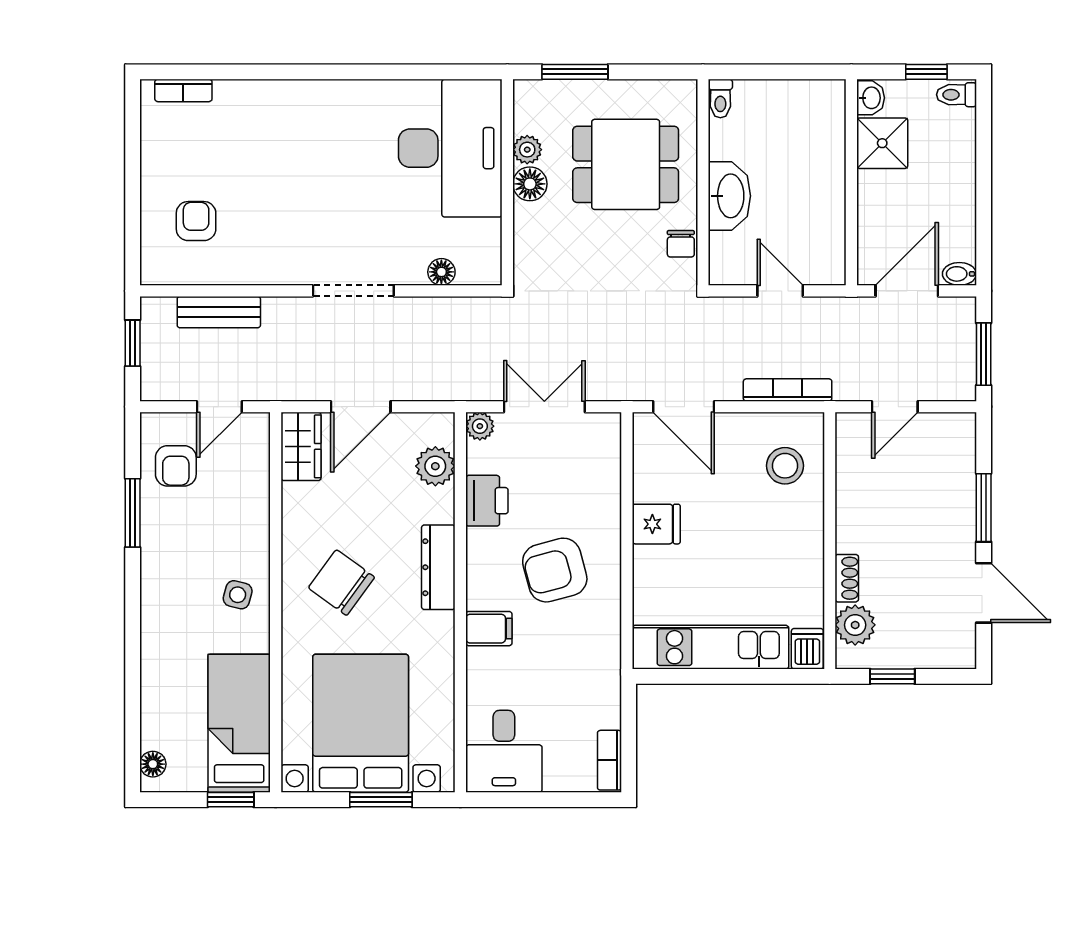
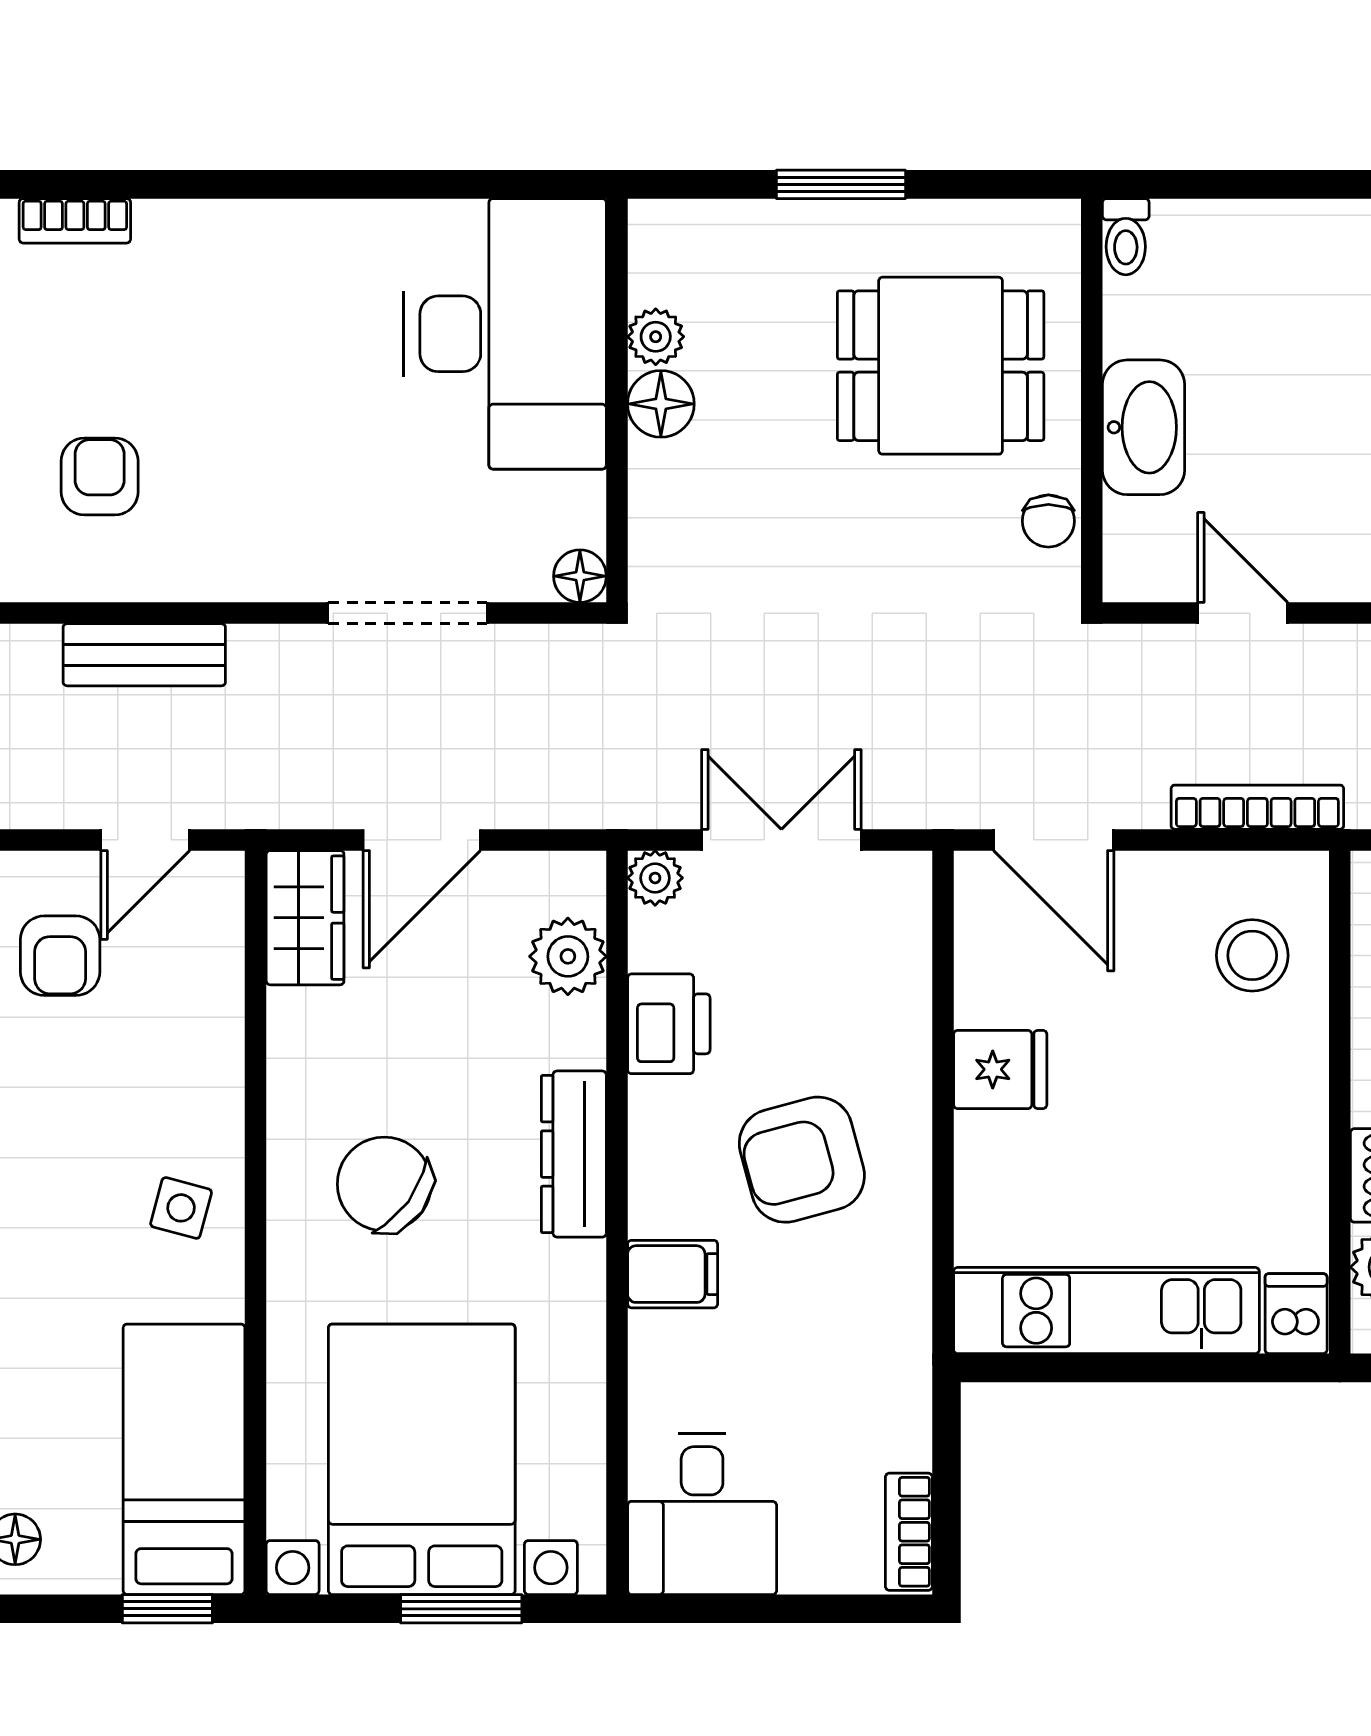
desk: (450, 148) -> (505, 334), moved
plant: (527, 150) -> (656, 337), moved
wall: (507, 182) -> (617, 401), moved
floor lamp: (530, 184) -> (661, 404), moved

